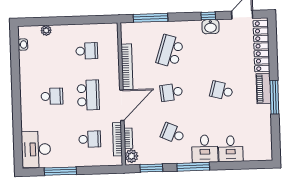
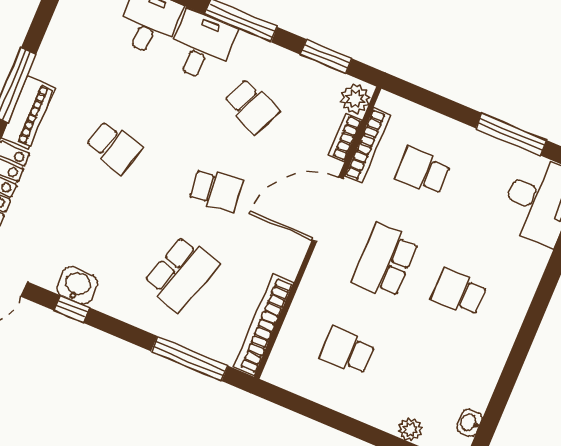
bookcase: (127, 67) -> (264, 324), moved

